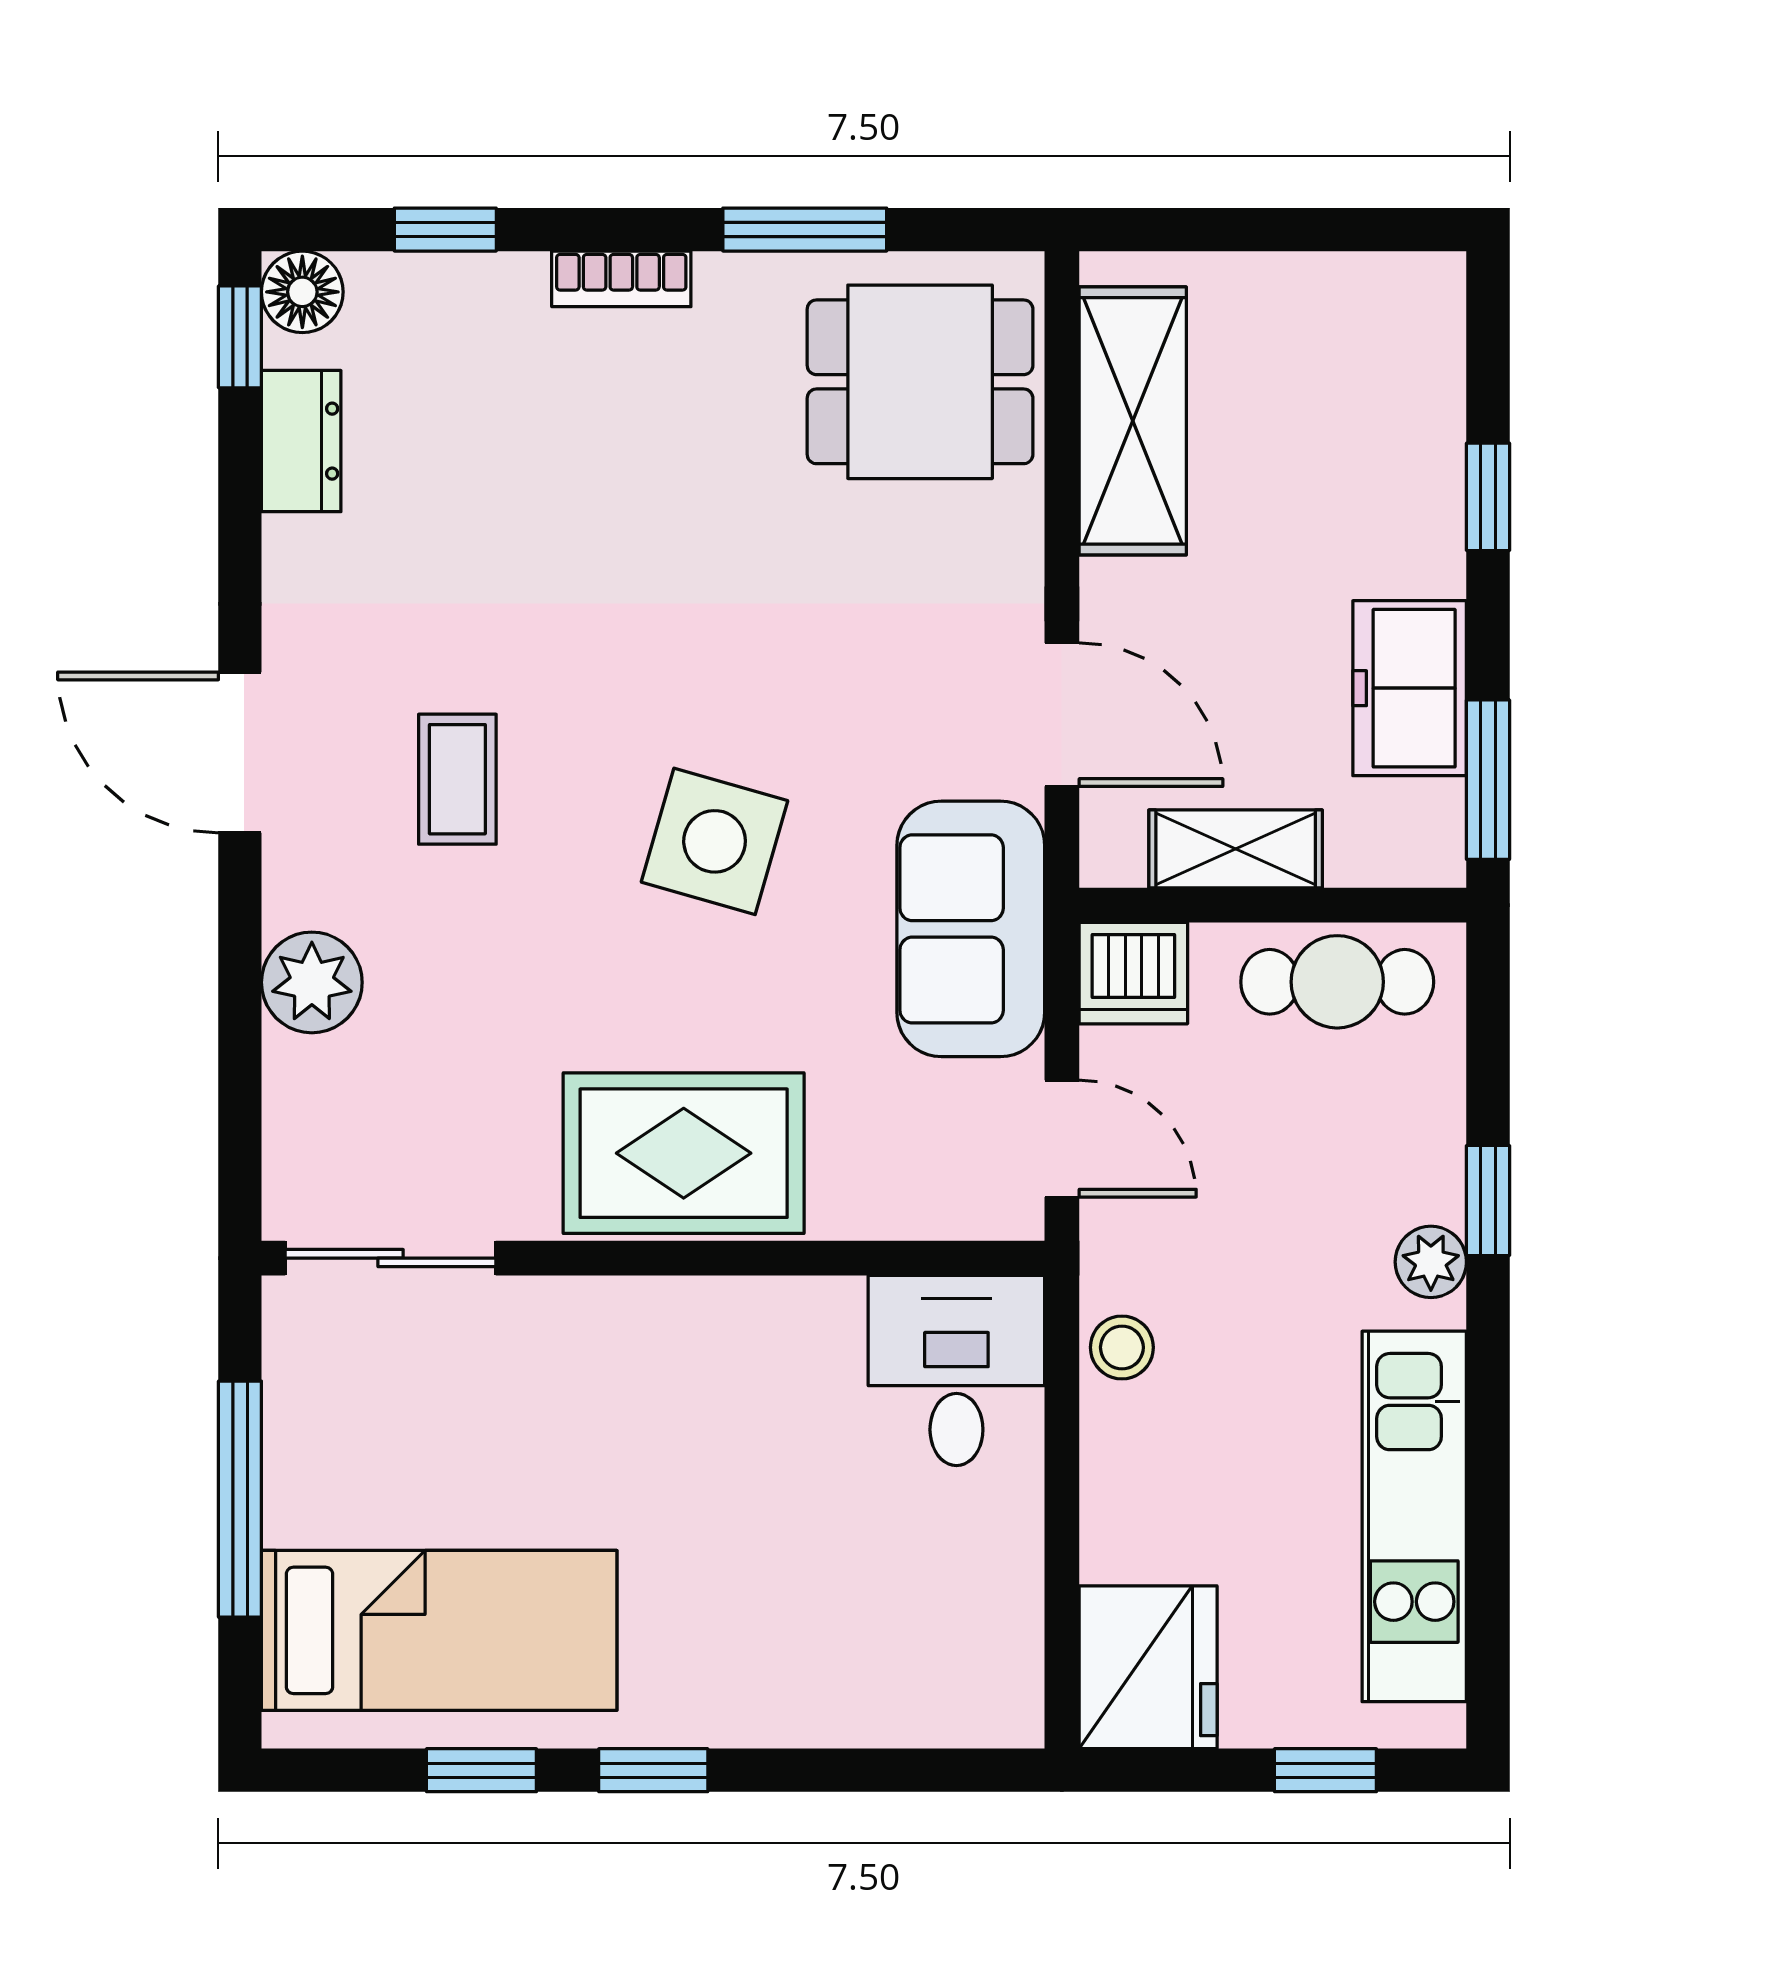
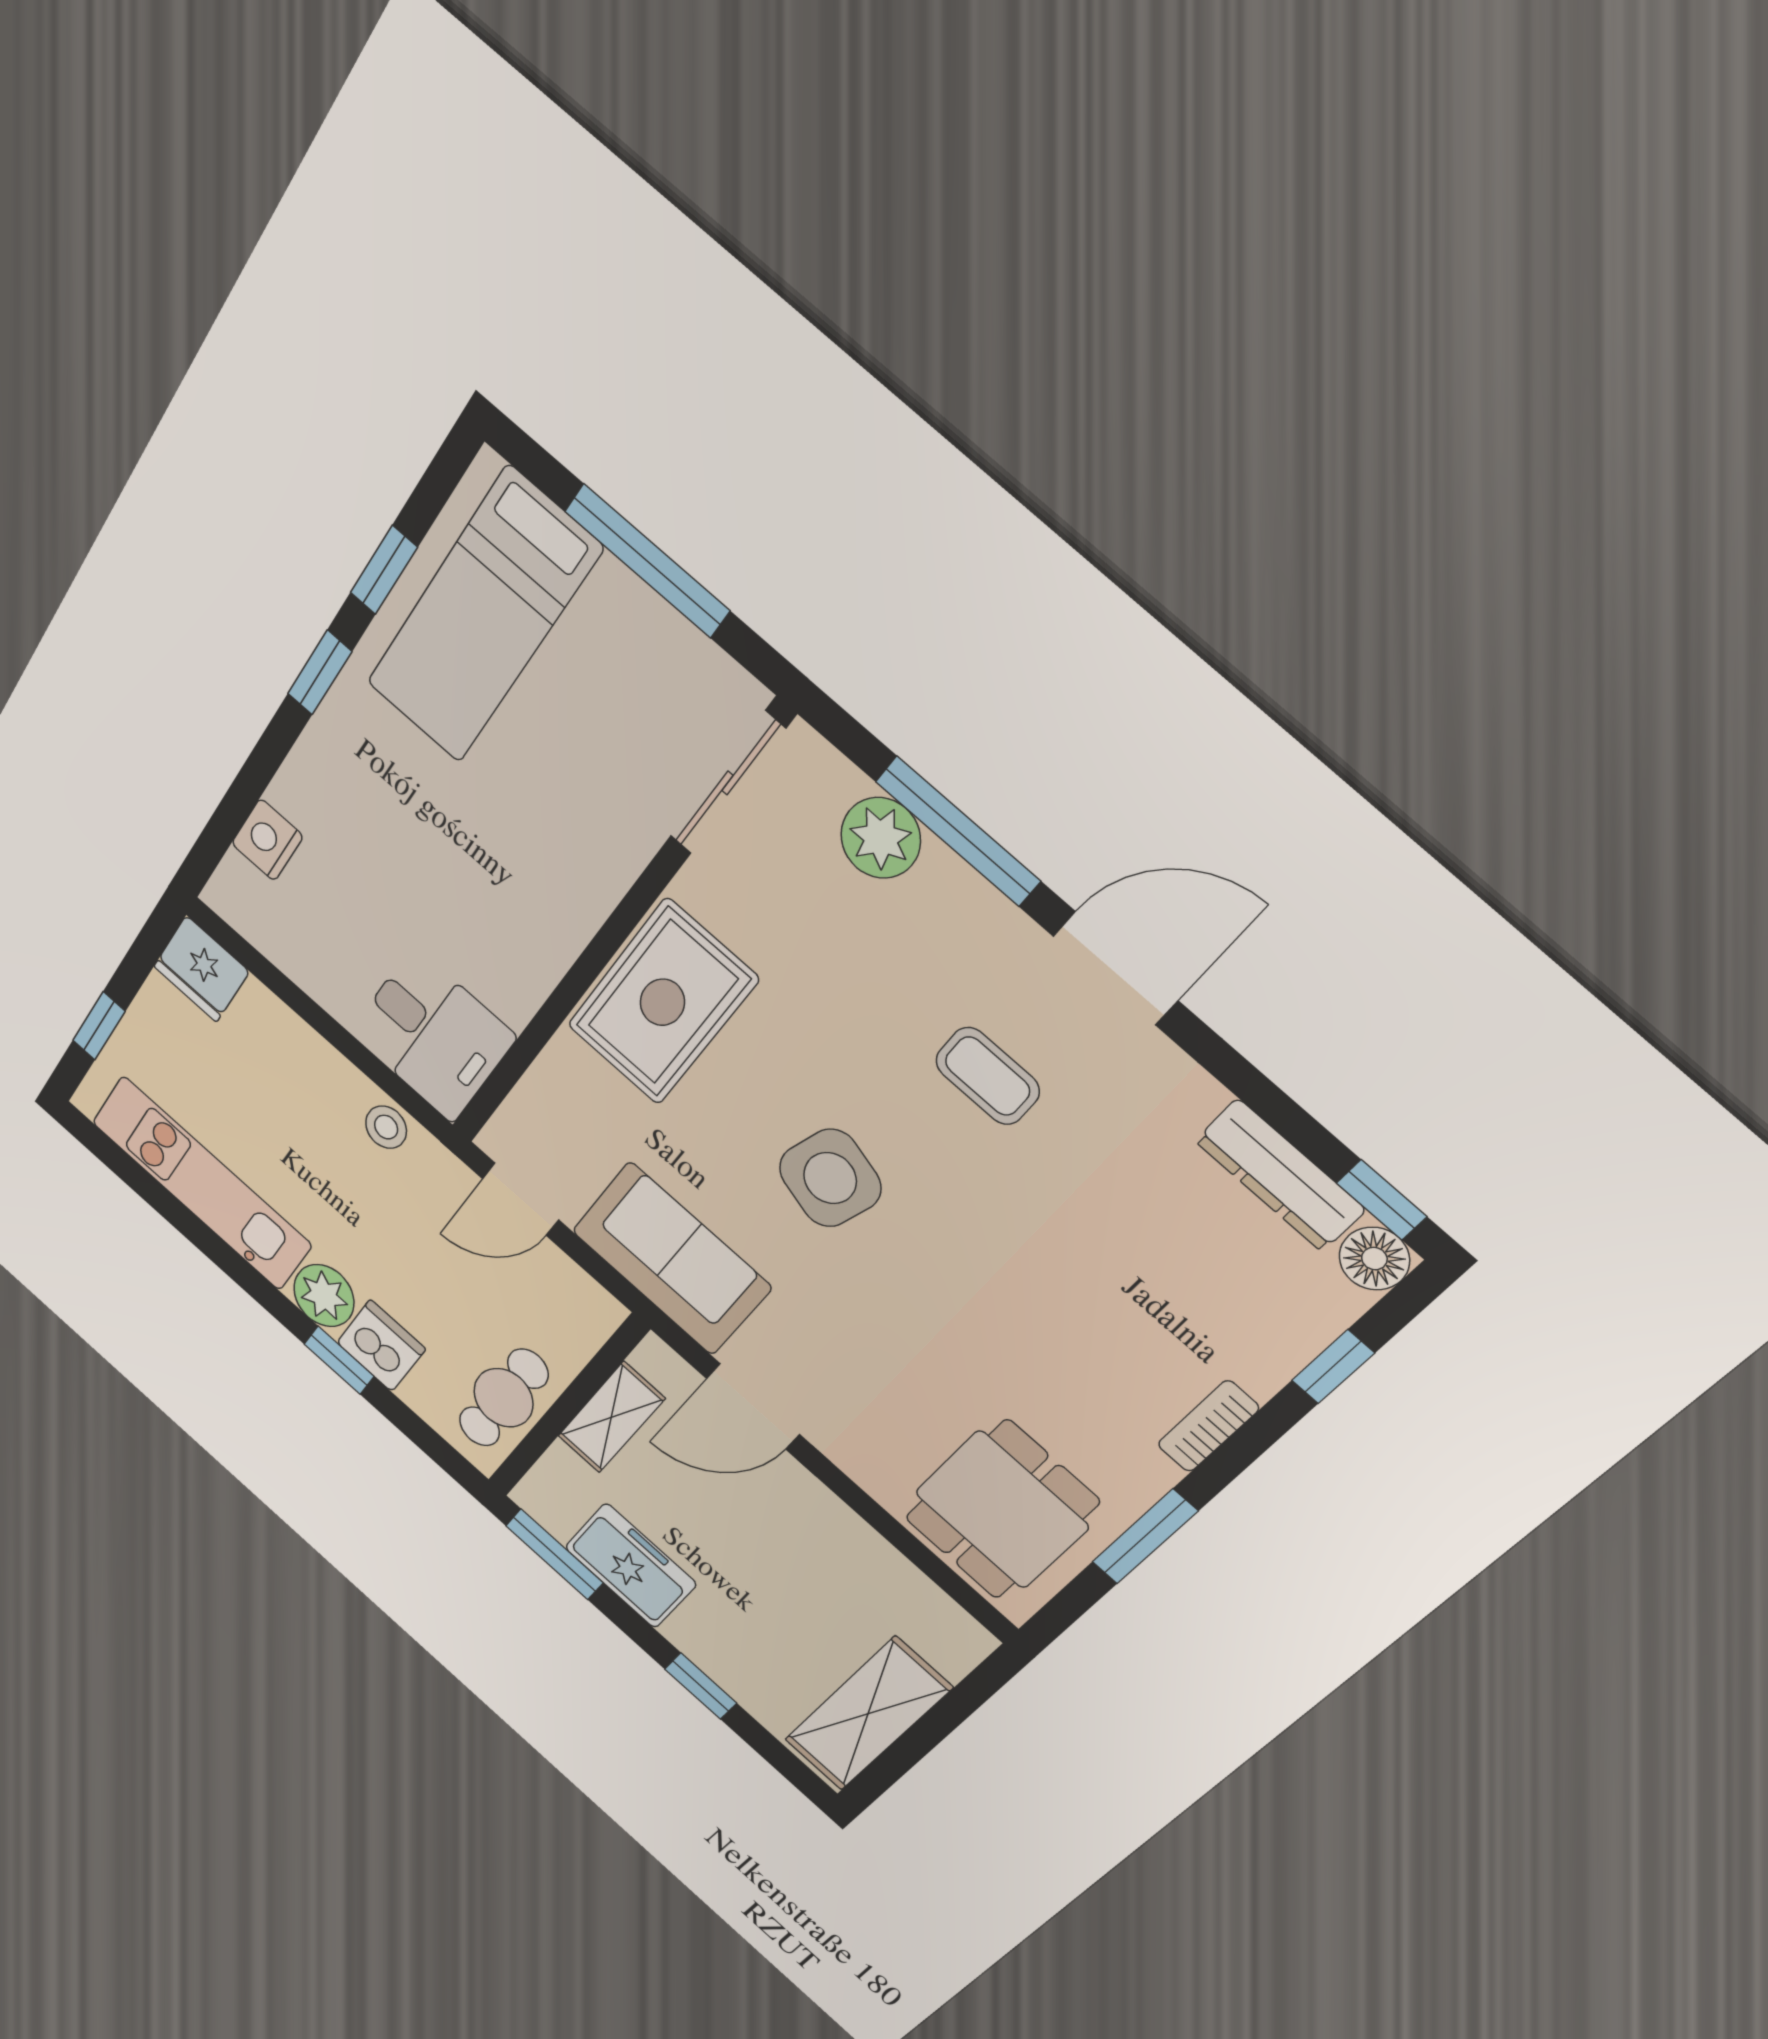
shelving: (1133, 421) -> (868, 1714), moved, turned 90
dresser: (301, 441) -> (1280, 1175), width x1.44
dishwasher: (1133, 973) -> (381, 1346), moved, turned 90
plant: (312, 982) -> (881, 838), moved
window: (240, 1001) -> (958, 831), added
plant: (1431, 1262) -> (324, 1296), width x1.38, depth x1.38
fridge: (1148, 1667) -> (201, 969), width x0.73, depth x0.75
nightstand: (899, 1709) -> (267, 840), added

